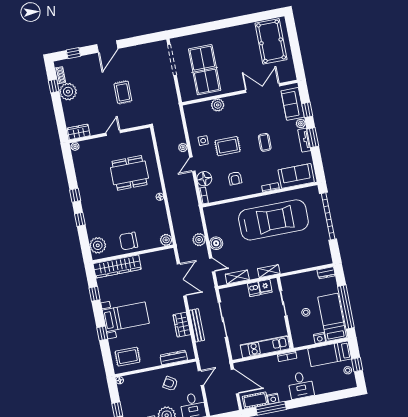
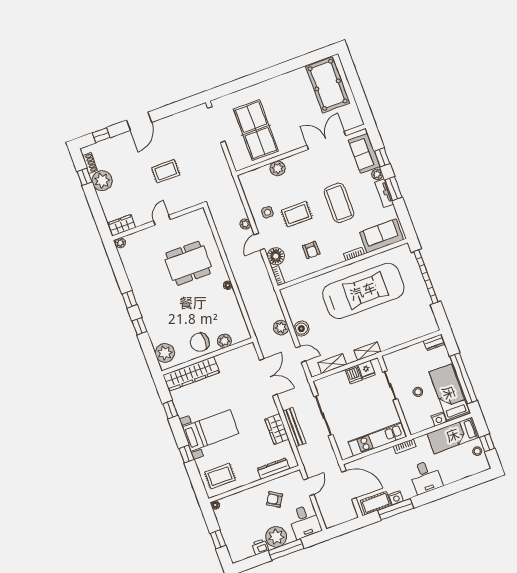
rug: (123, 92) -> (166, 171), turned 90
coffee table: (265, 142) -> (339, 203), width x1.86, depth x1.72
plant: (166, 240) -> (224, 341), moved

